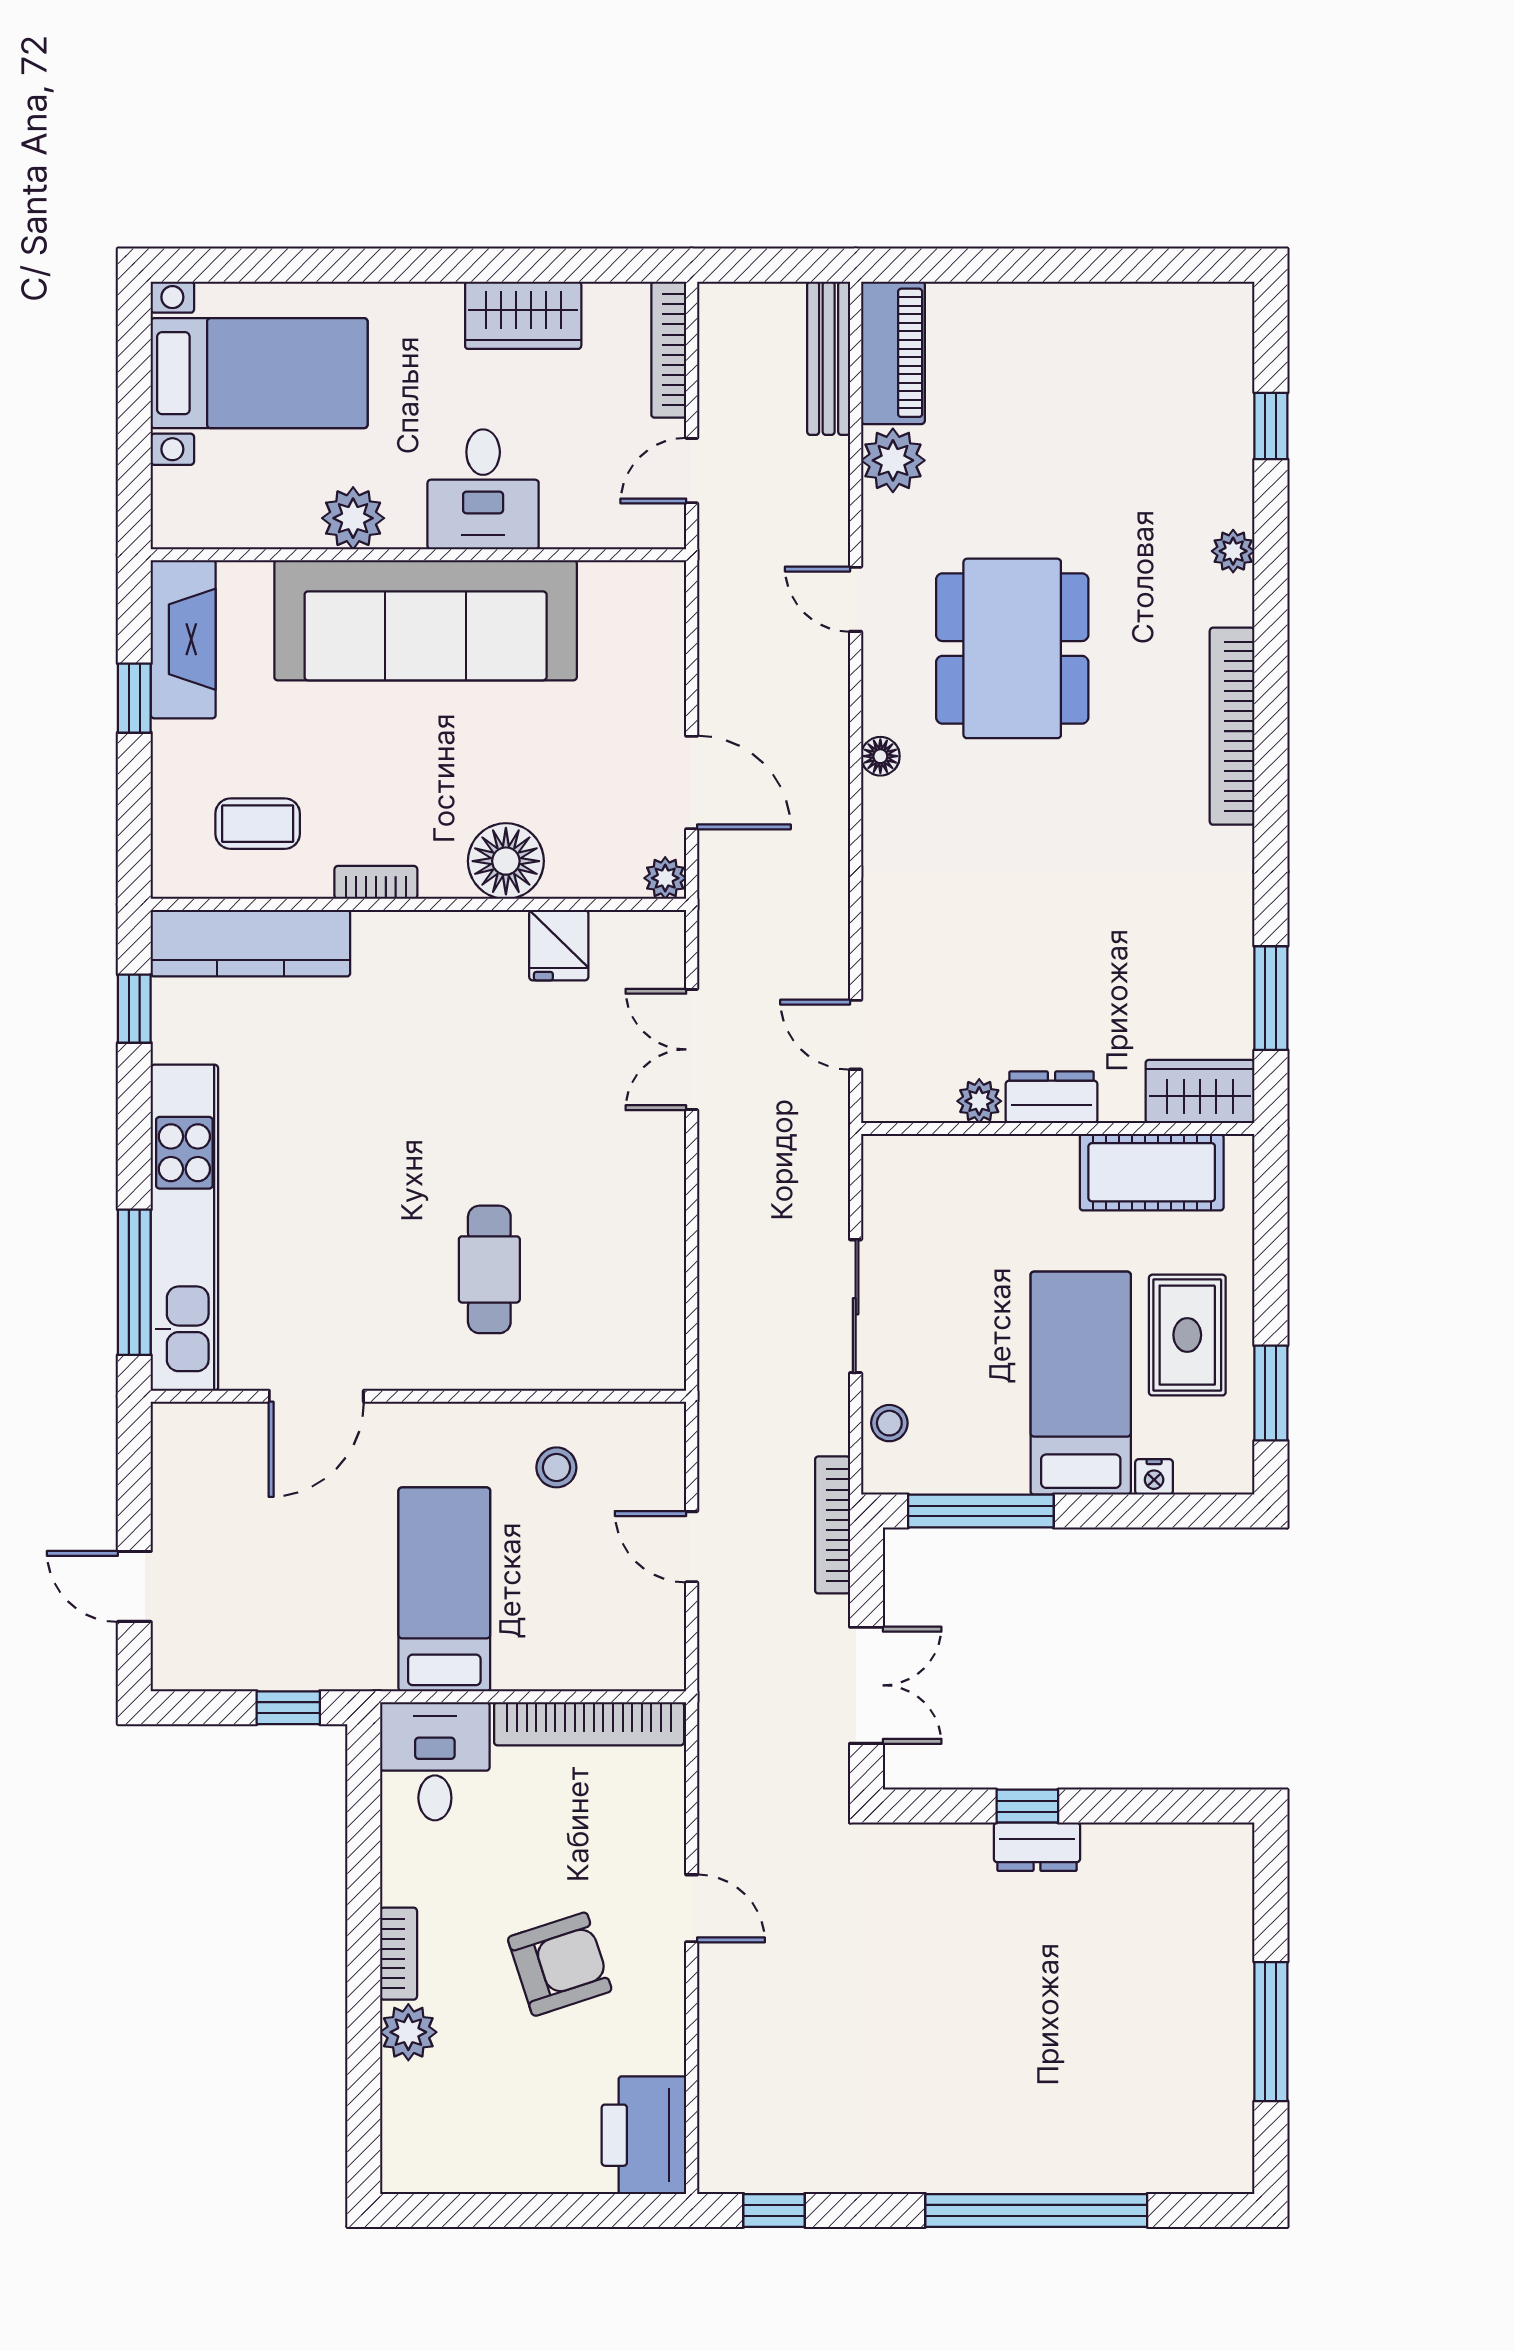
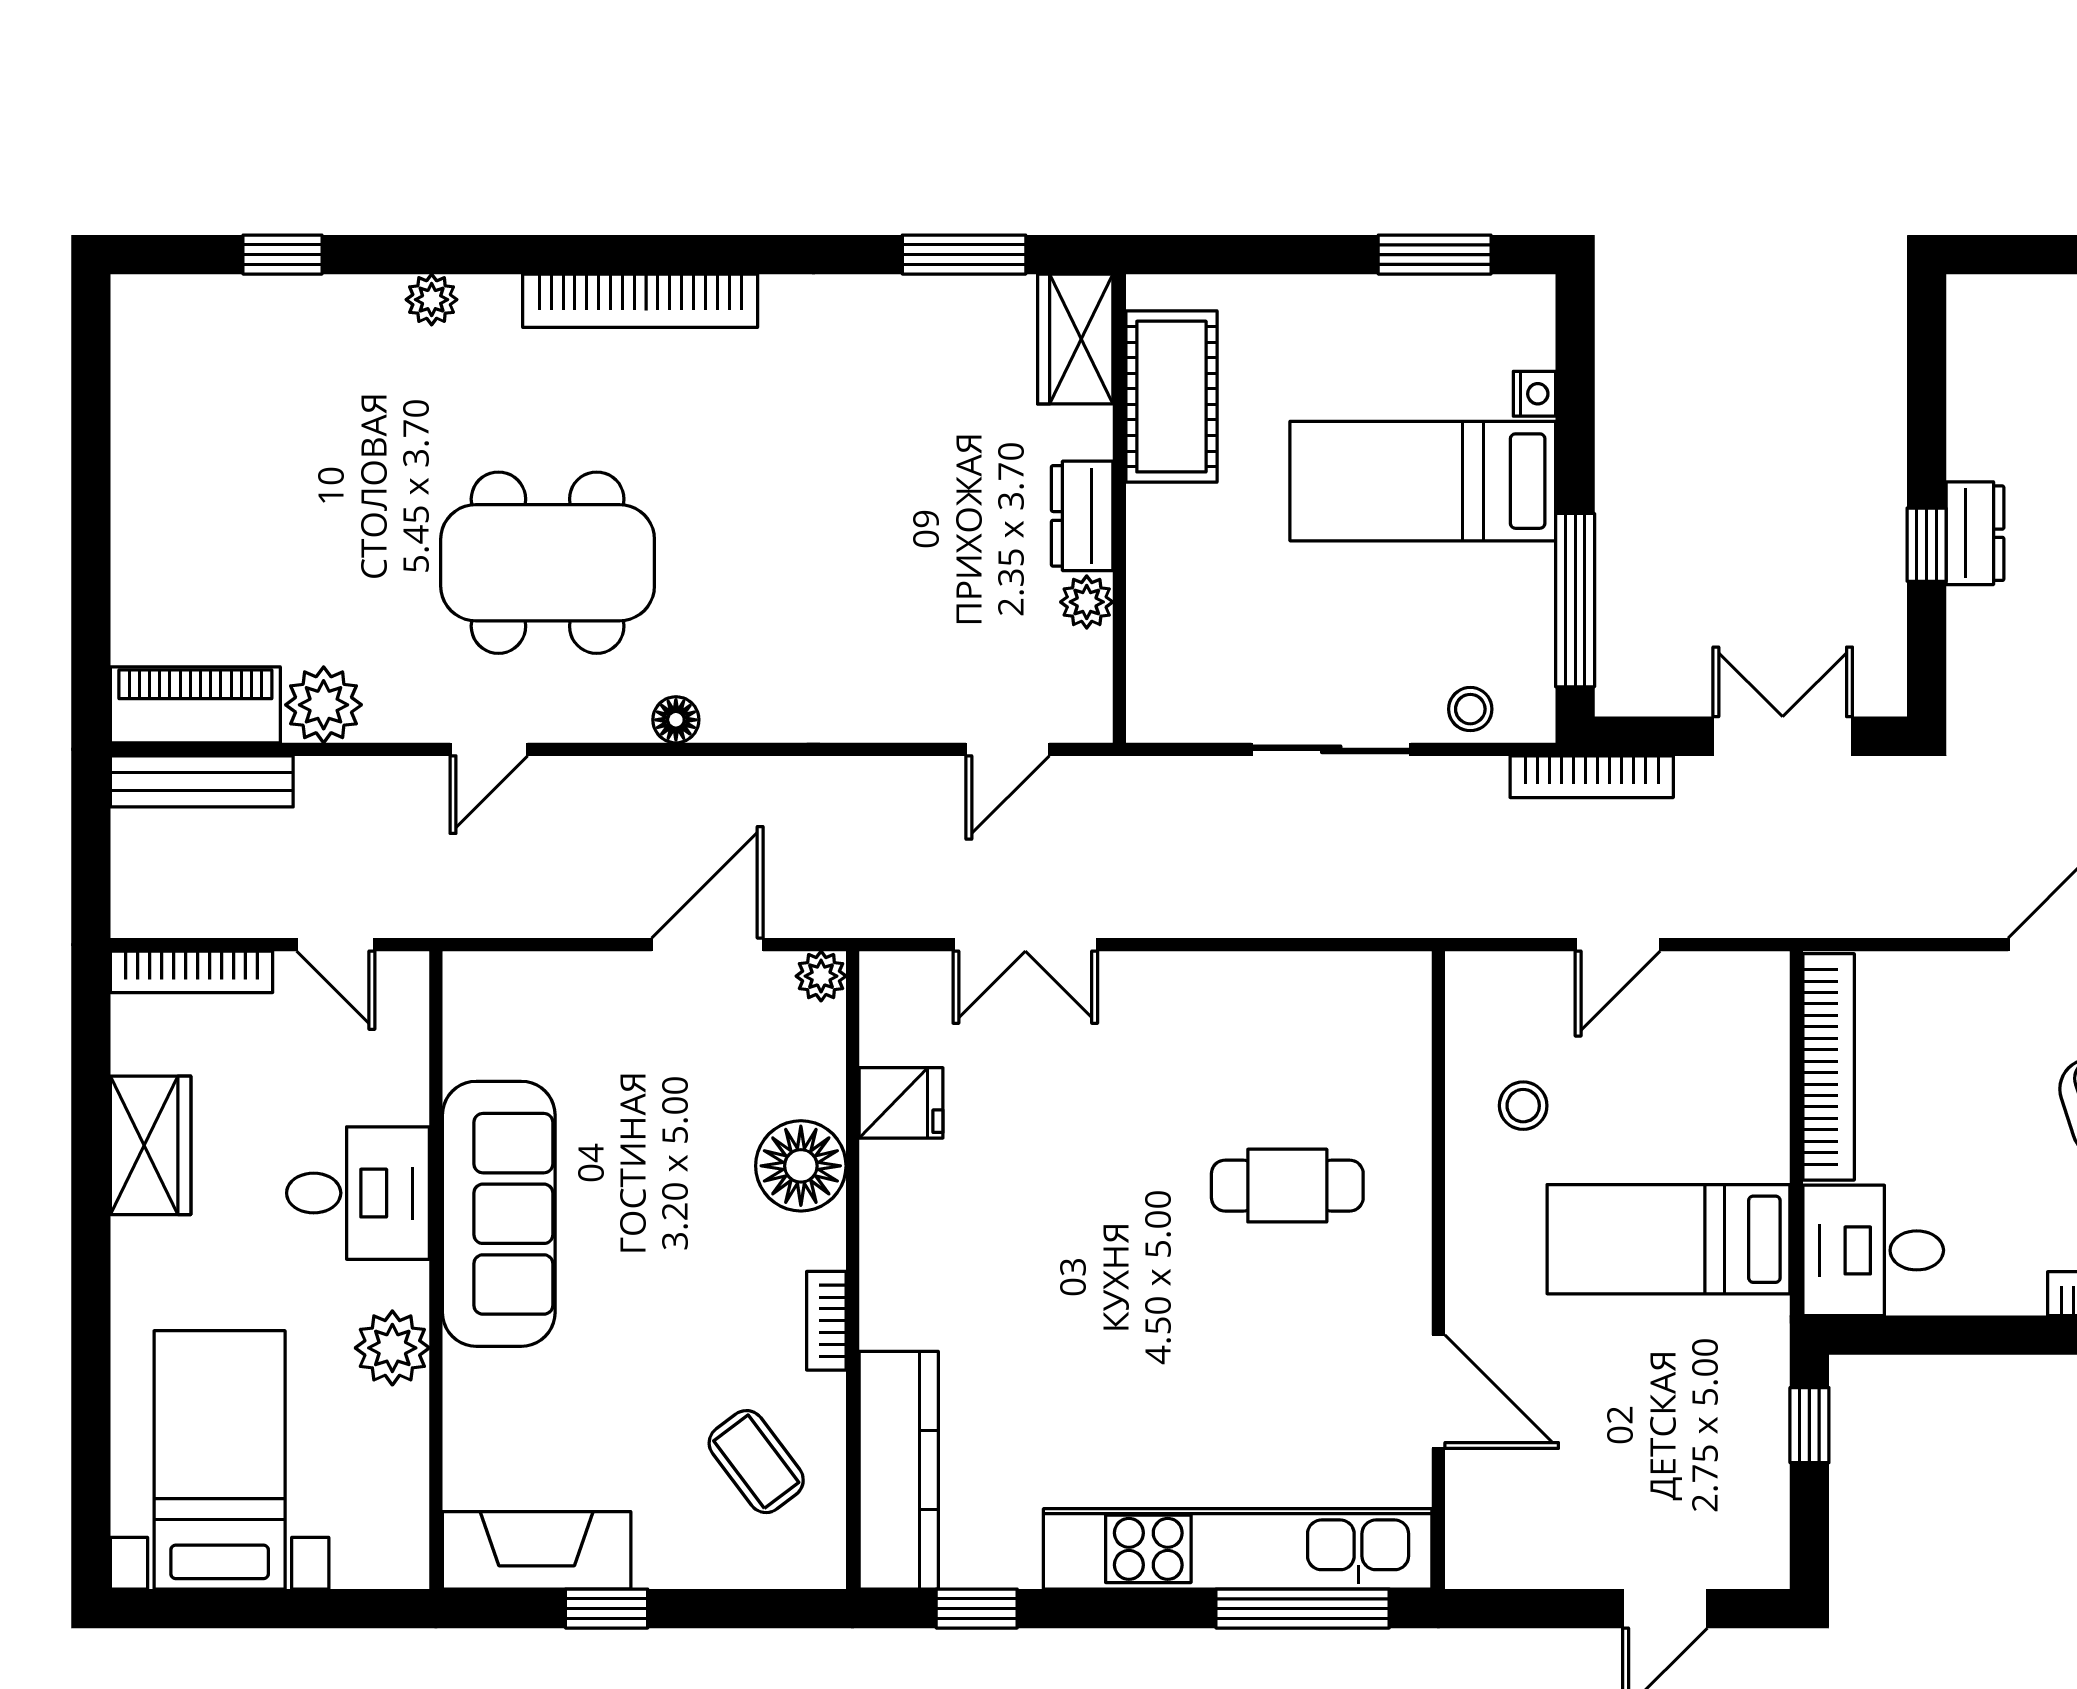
sofa: (426, 620) -> (499, 1214), width x0.74, depth x0.79
coffee table: (258, 824) -> (756, 1462), turned -37
rug: (1187, 1335) -> (1365, 354), removed

